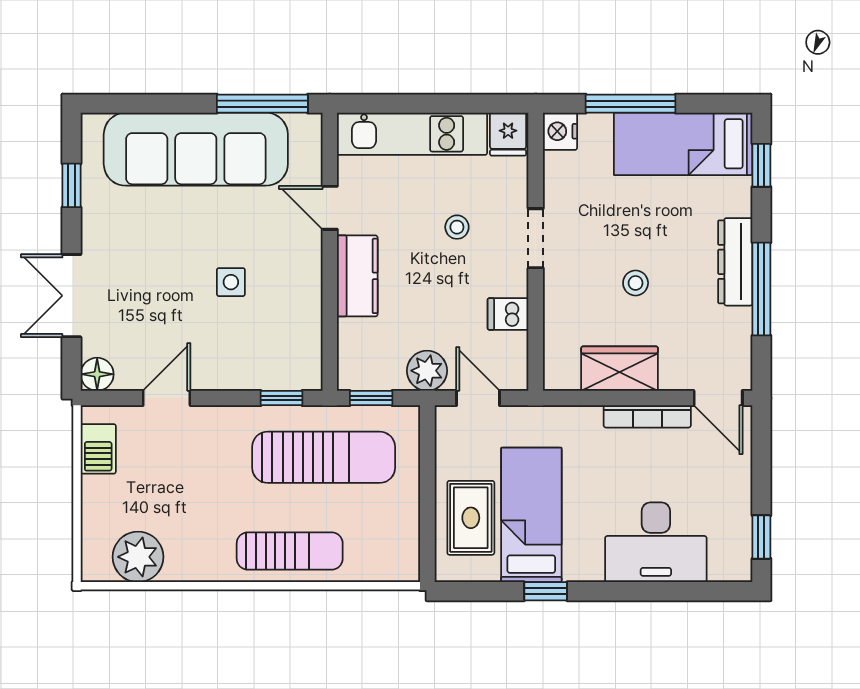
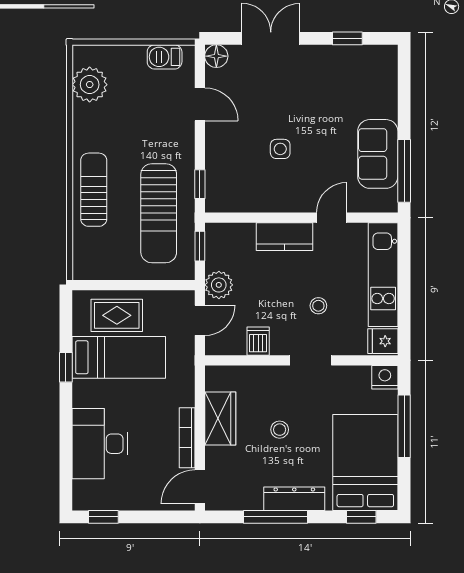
bed: (683, 144) -> (365, 463), width x1.50
sofa: (196, 149) -> (378, 154), width x0.54, depth x0.79
sun lounger: (290, 551) -> (94, 190), turned 180

